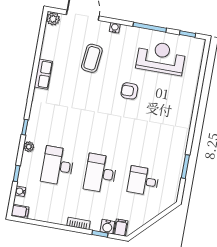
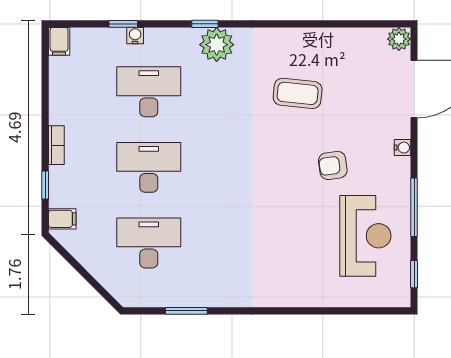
coffee table: (92, 58) -> (298, 93), moved
row of seats: (43, 74) -> (301, 39), removed
armchair: (129, 91) -> (333, 165), moved, turned -98
plant: (29, 147) -> (217, 45), moved, width x1.88, depth x1.88
desk: (143, 181) -> (149, 243), width x1.37
water cooler: (20, 191) -> (135, 36), moved
water cooler: (107, 227) -> (60, 196), removed

